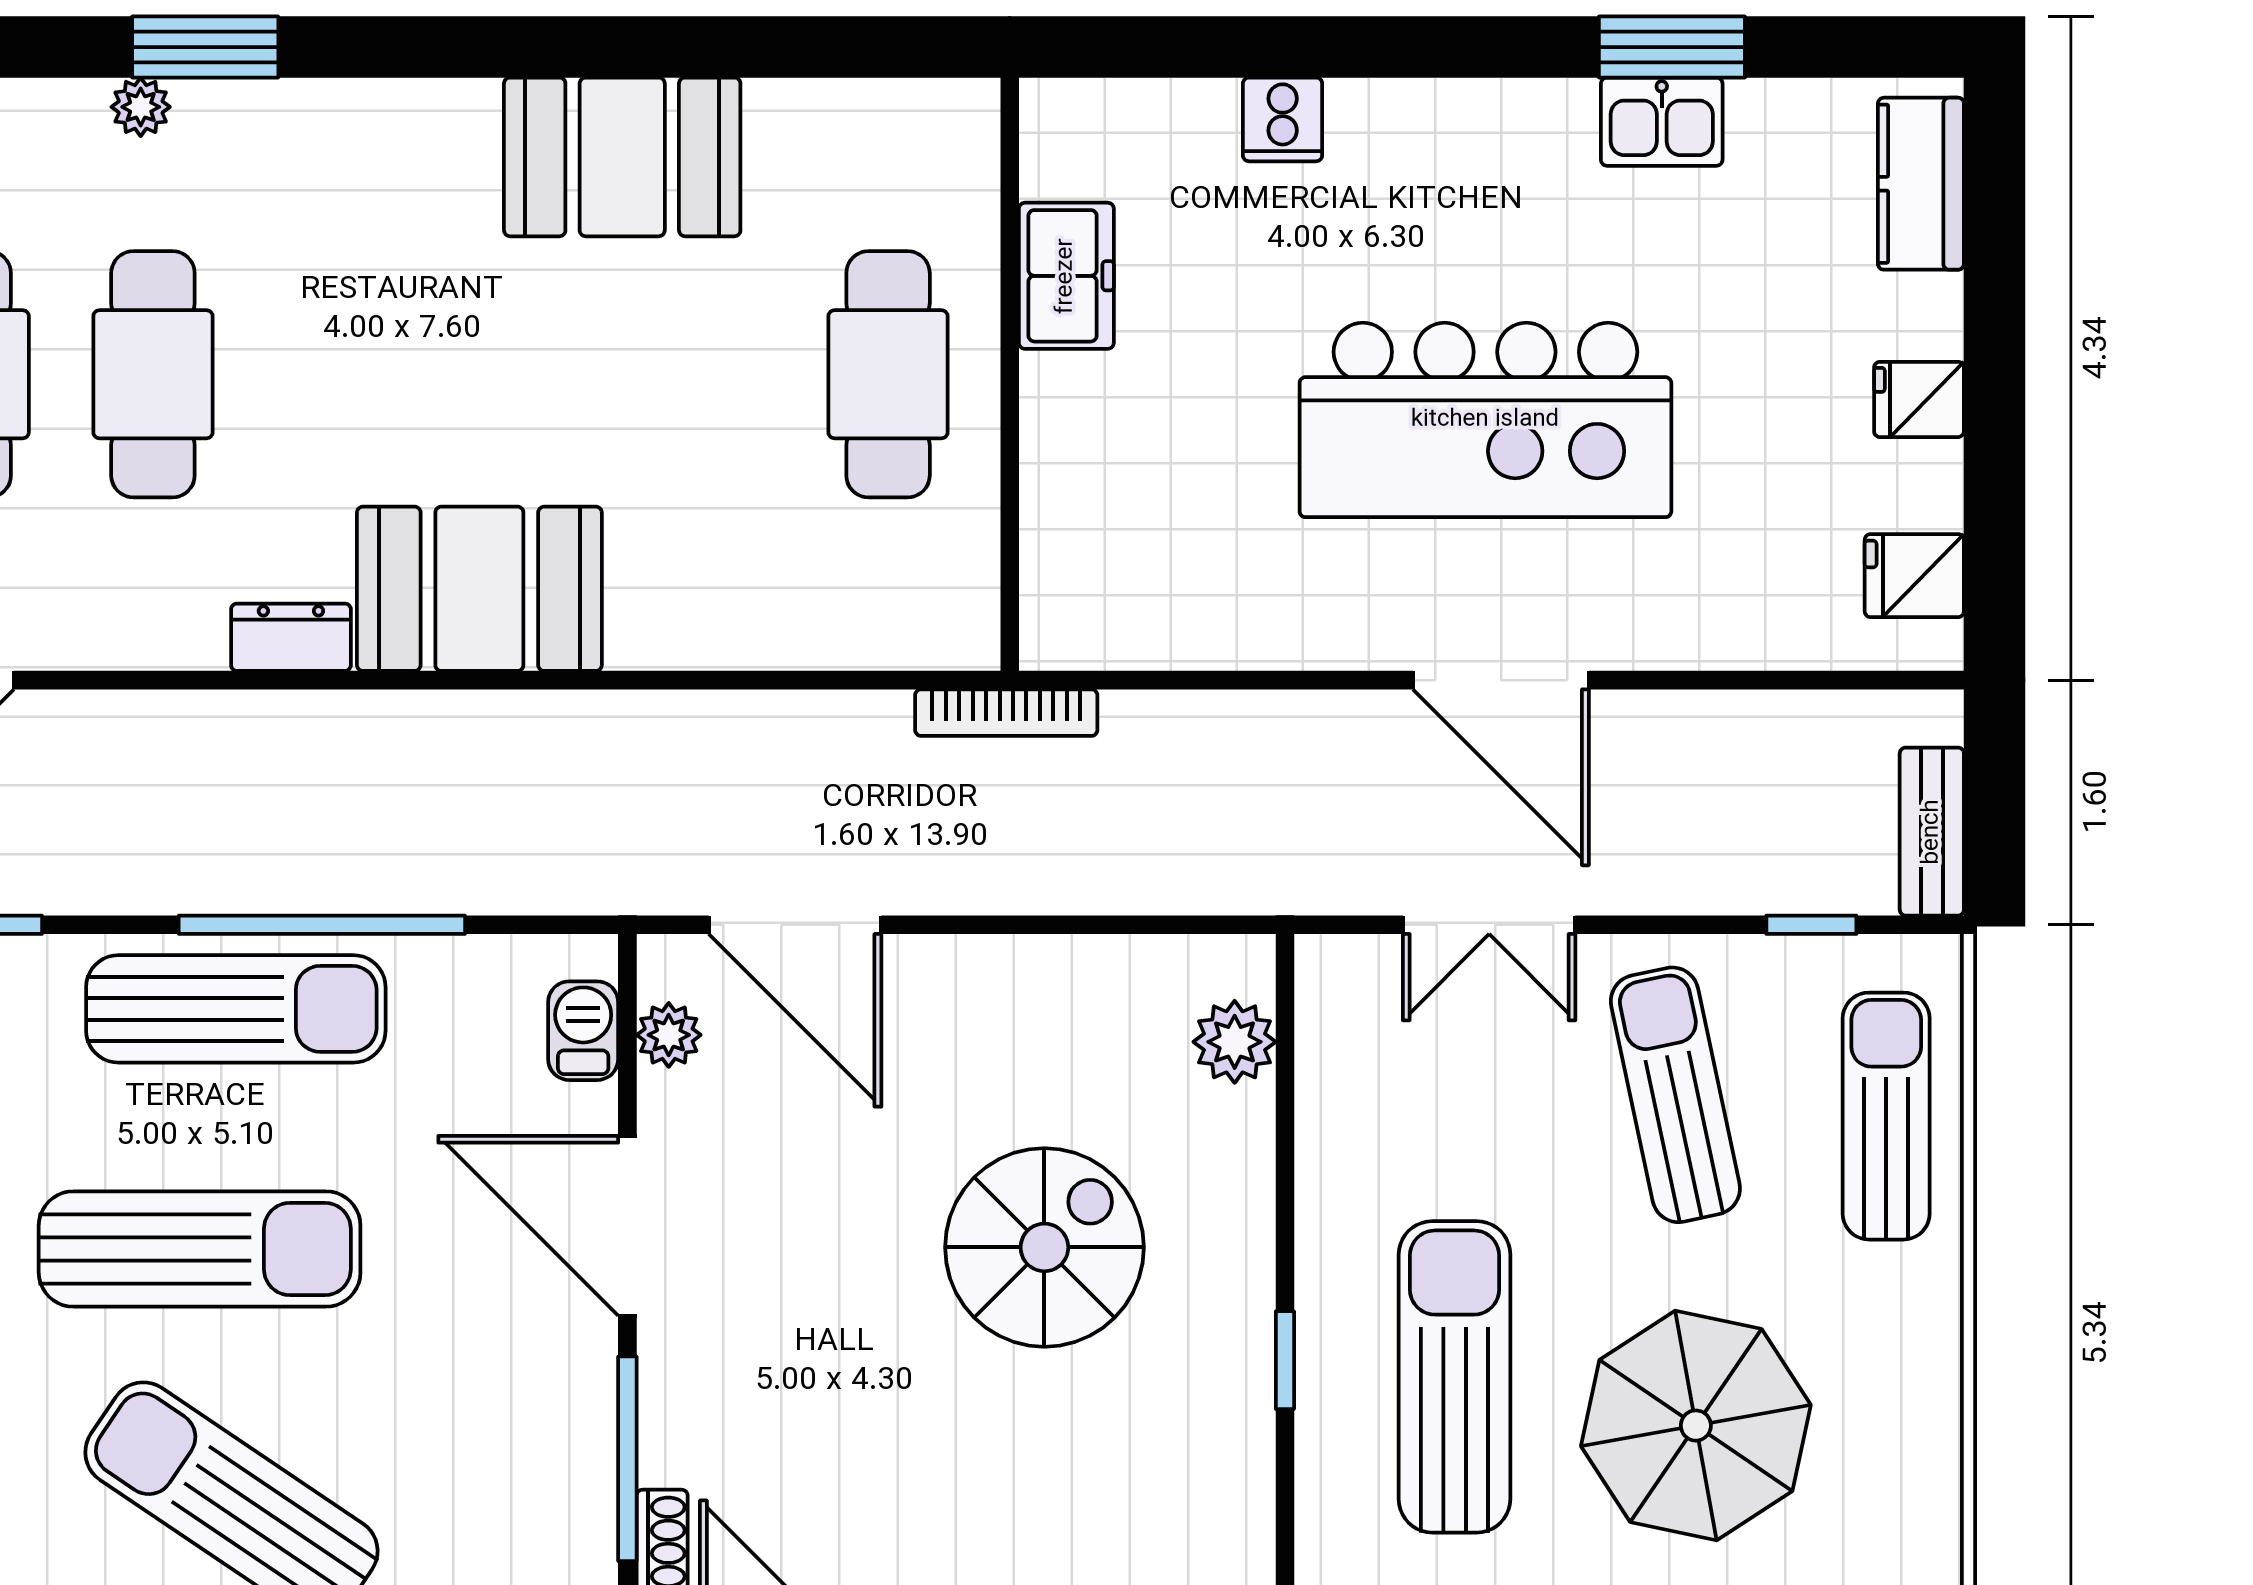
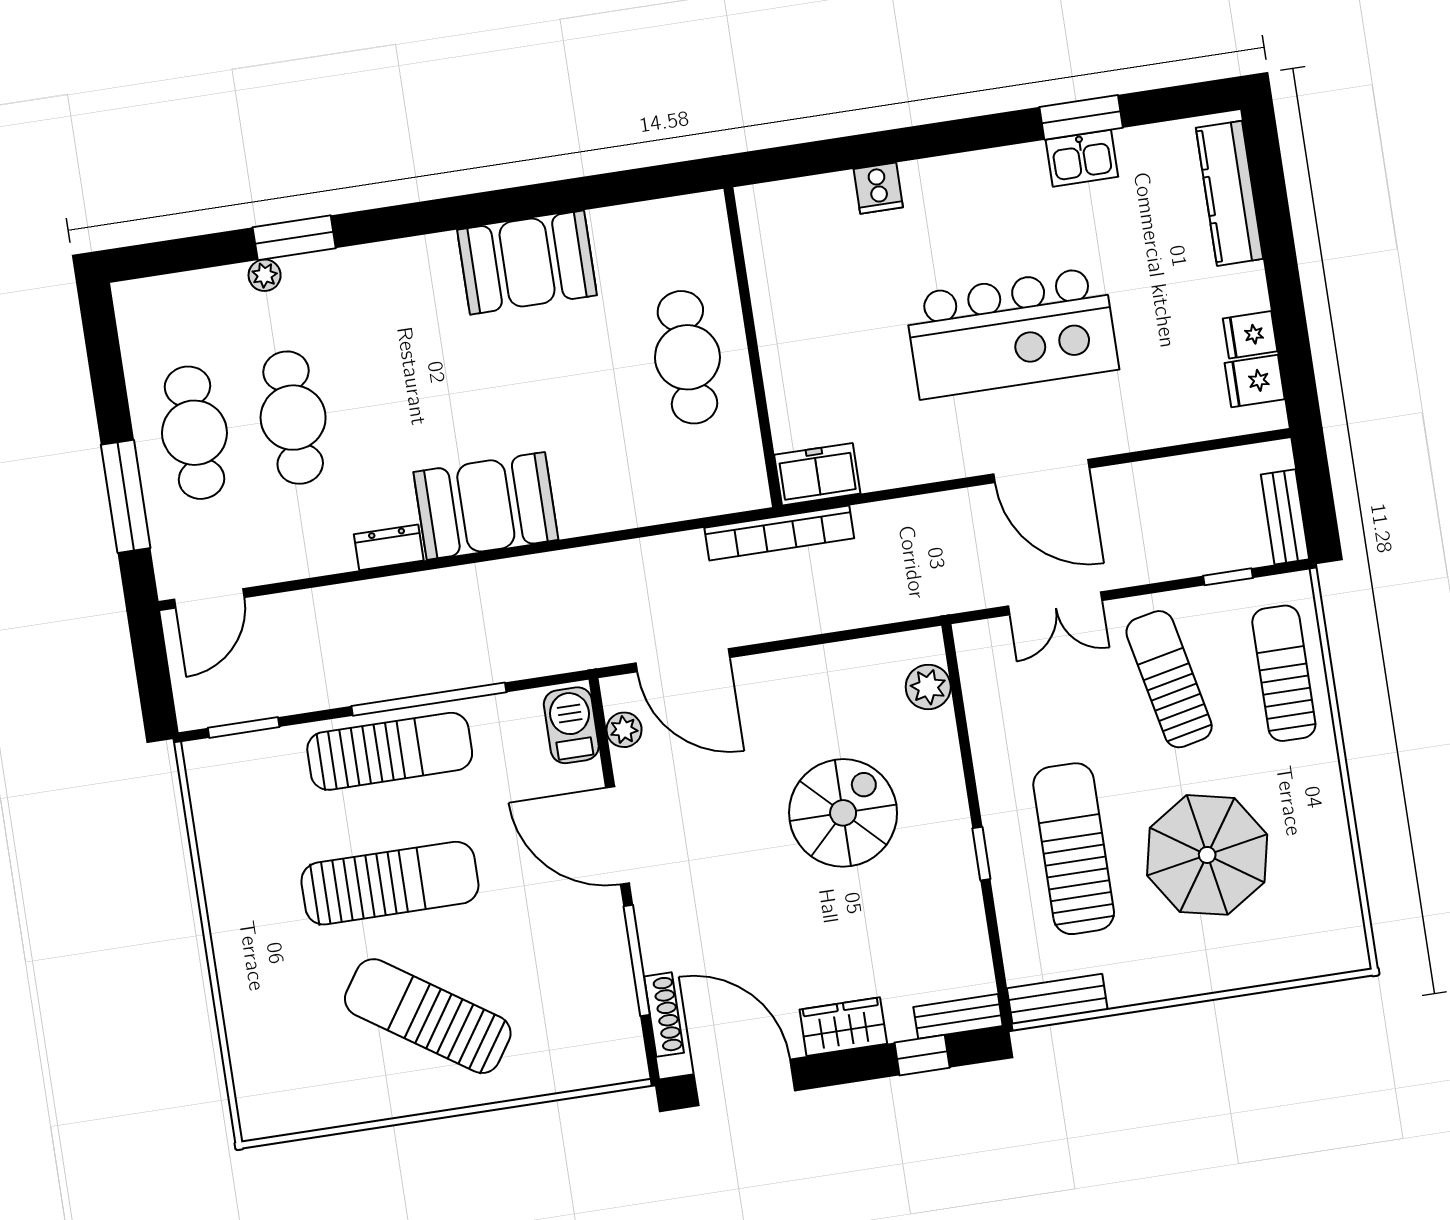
kitchen counter: (1921, 184) -> (1230, 193), width x1.50
freezer: (1066, 276) -> (817, 474), moved, turned -90
fridge: (1919, 399) -> (1250, 335), moved
bookcase: (1006, 713) -> (779, 533), width x1.48, depth x1.31
barbecue: (583, 1031) -> (571, 725), width x1.38, depth x1.27

